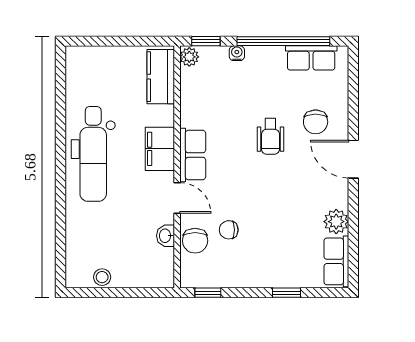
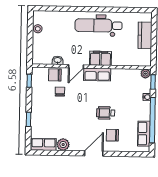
kitchen counter: (161, 77) -> (145, 35), moved, turned -90

